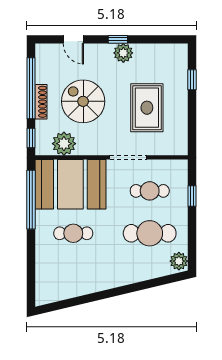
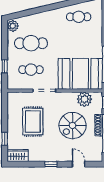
plant: (123, 53) -> (47, 156), removed
wardrobe: (171, 53) -> (18, 156), added
spiral stairs: (83, 101) -> (73, 125), turned 90
cafe table: (73, 233) -> (79, 17), moved

